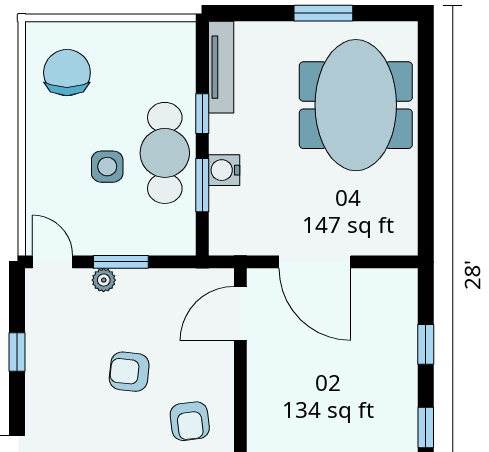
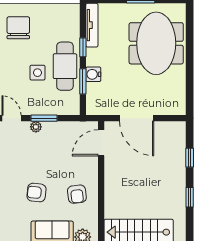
armchair: (129, 372) -> (36, 193), moved

